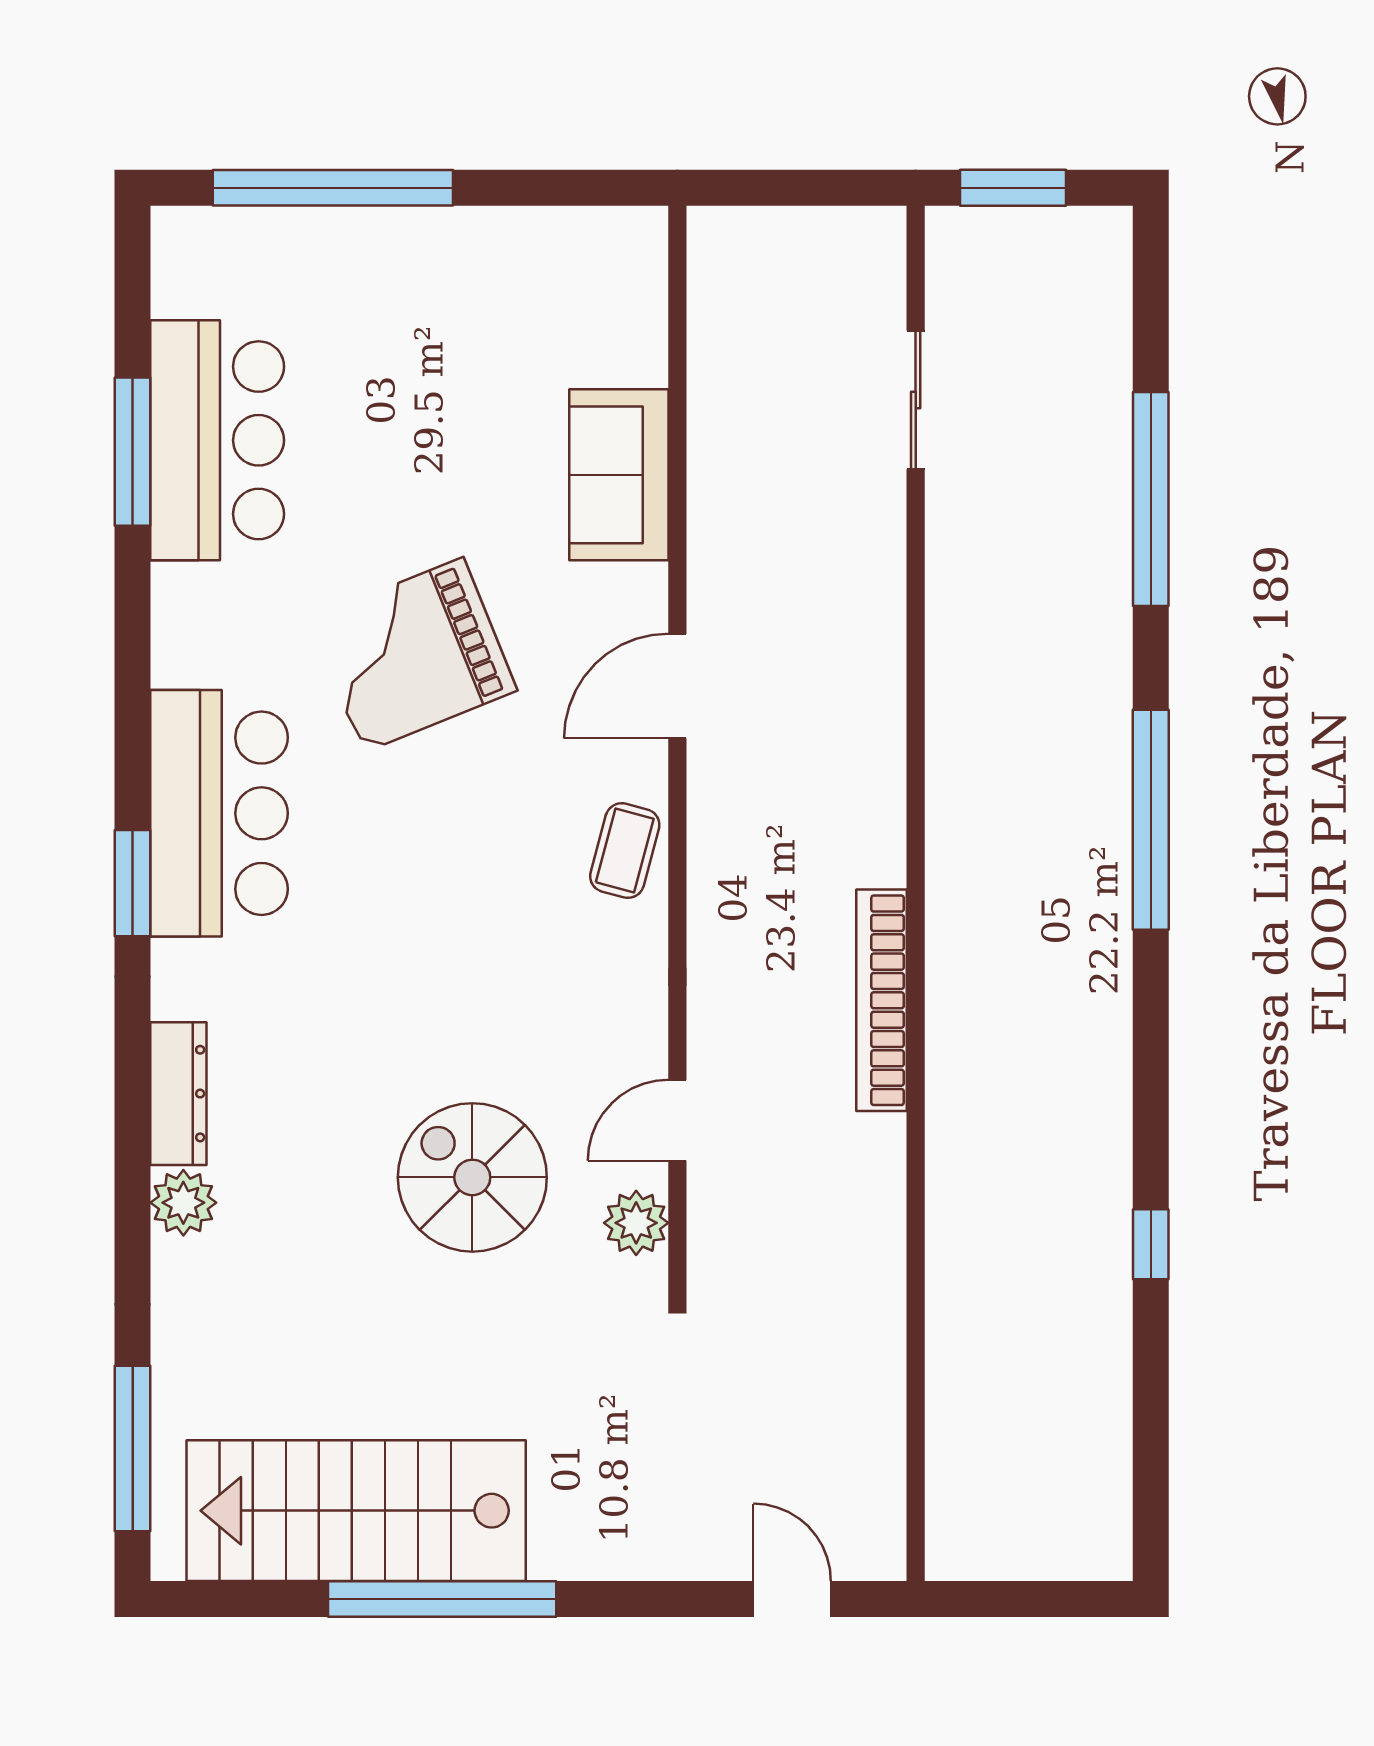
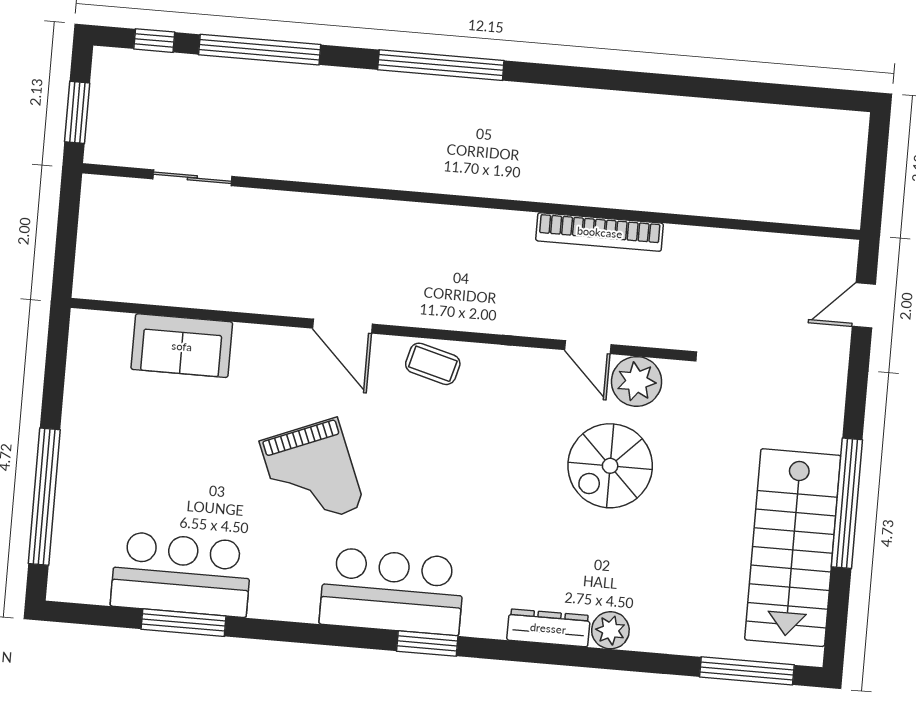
sofa: (619, 475) -> (182, 346), moved
bookcase: (881, 1000) -> (600, 232), moved
plant: (636, 1223) -> (637, 381), width x1.36, depth x1.36
window: (1151, 1244) -> (154, 41), moved

